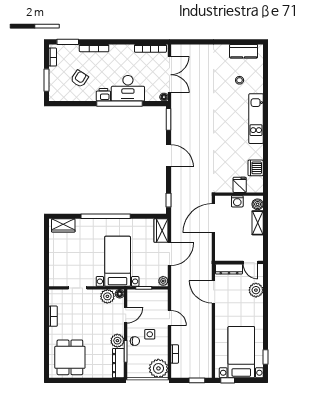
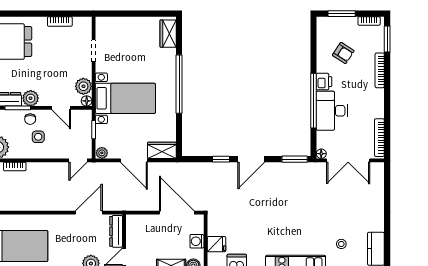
window: (168, 200) -> (221, 159), moved
door: (169, 318) -> (78, 160), moved

